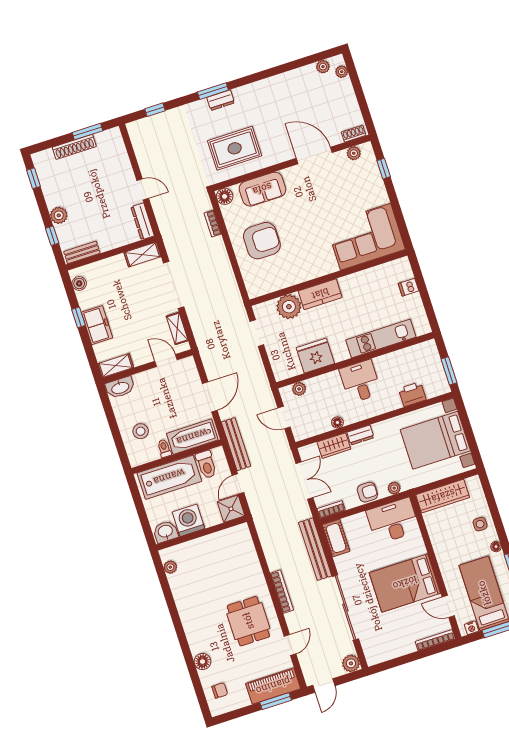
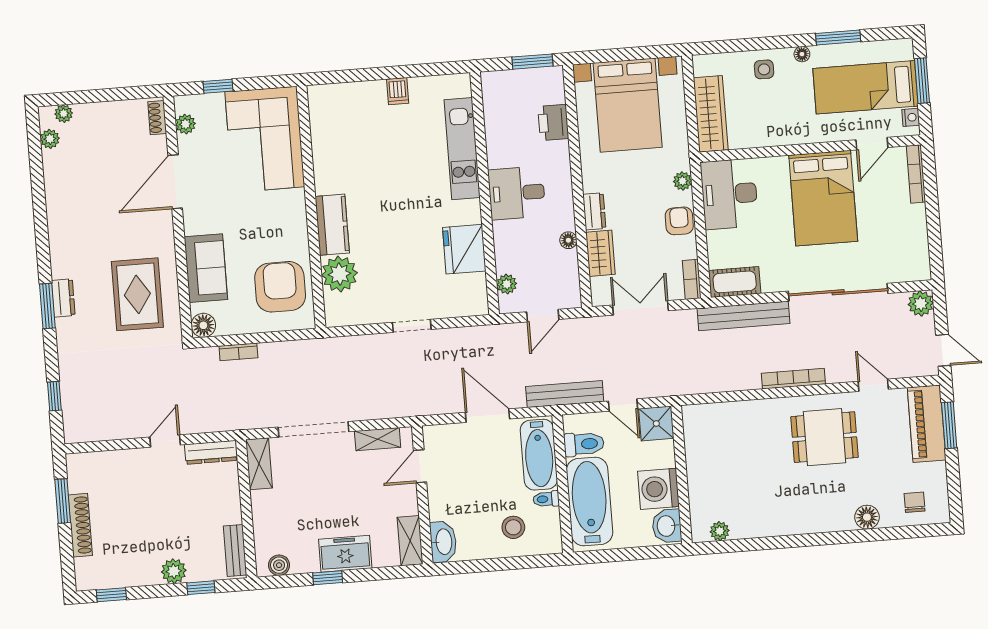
corner sofa: (366, 237) -> (265, 139), moved
wall: (328, 278) -> (311, 207), moved
kitchen counter: (320, 294) -> (332, 225), moved
plant: (289, 307) -> (339, 274), moved

